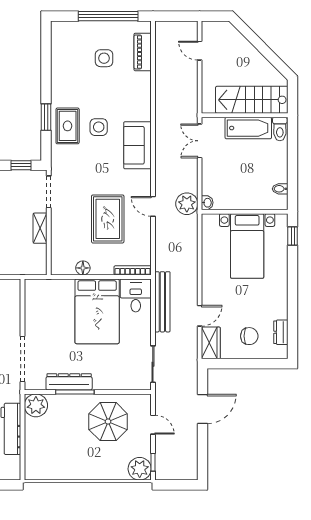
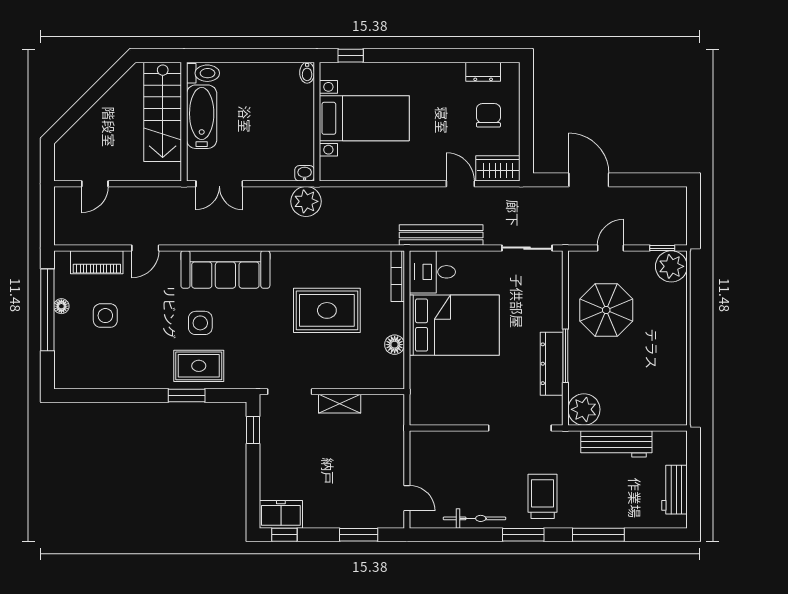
floor lamp: (111, 26) -> (61, 306), added
sofa: (137, 145) -> (225, 269), width x1.36
bidet: (280, 189) -> (307, 73), moved
door: (153, 206) -> (145, 248), moved

